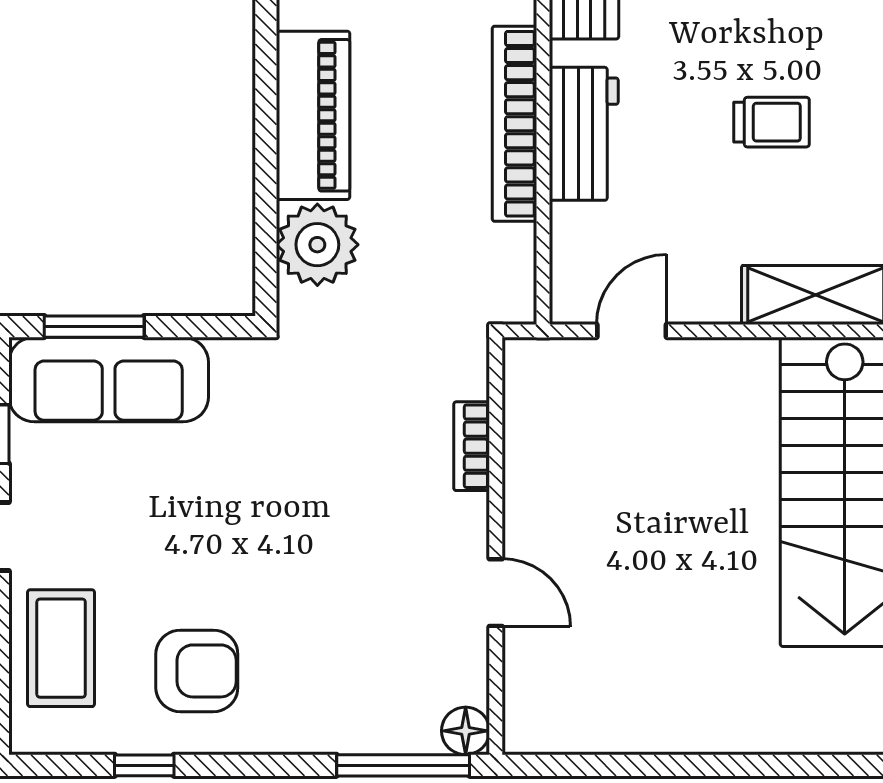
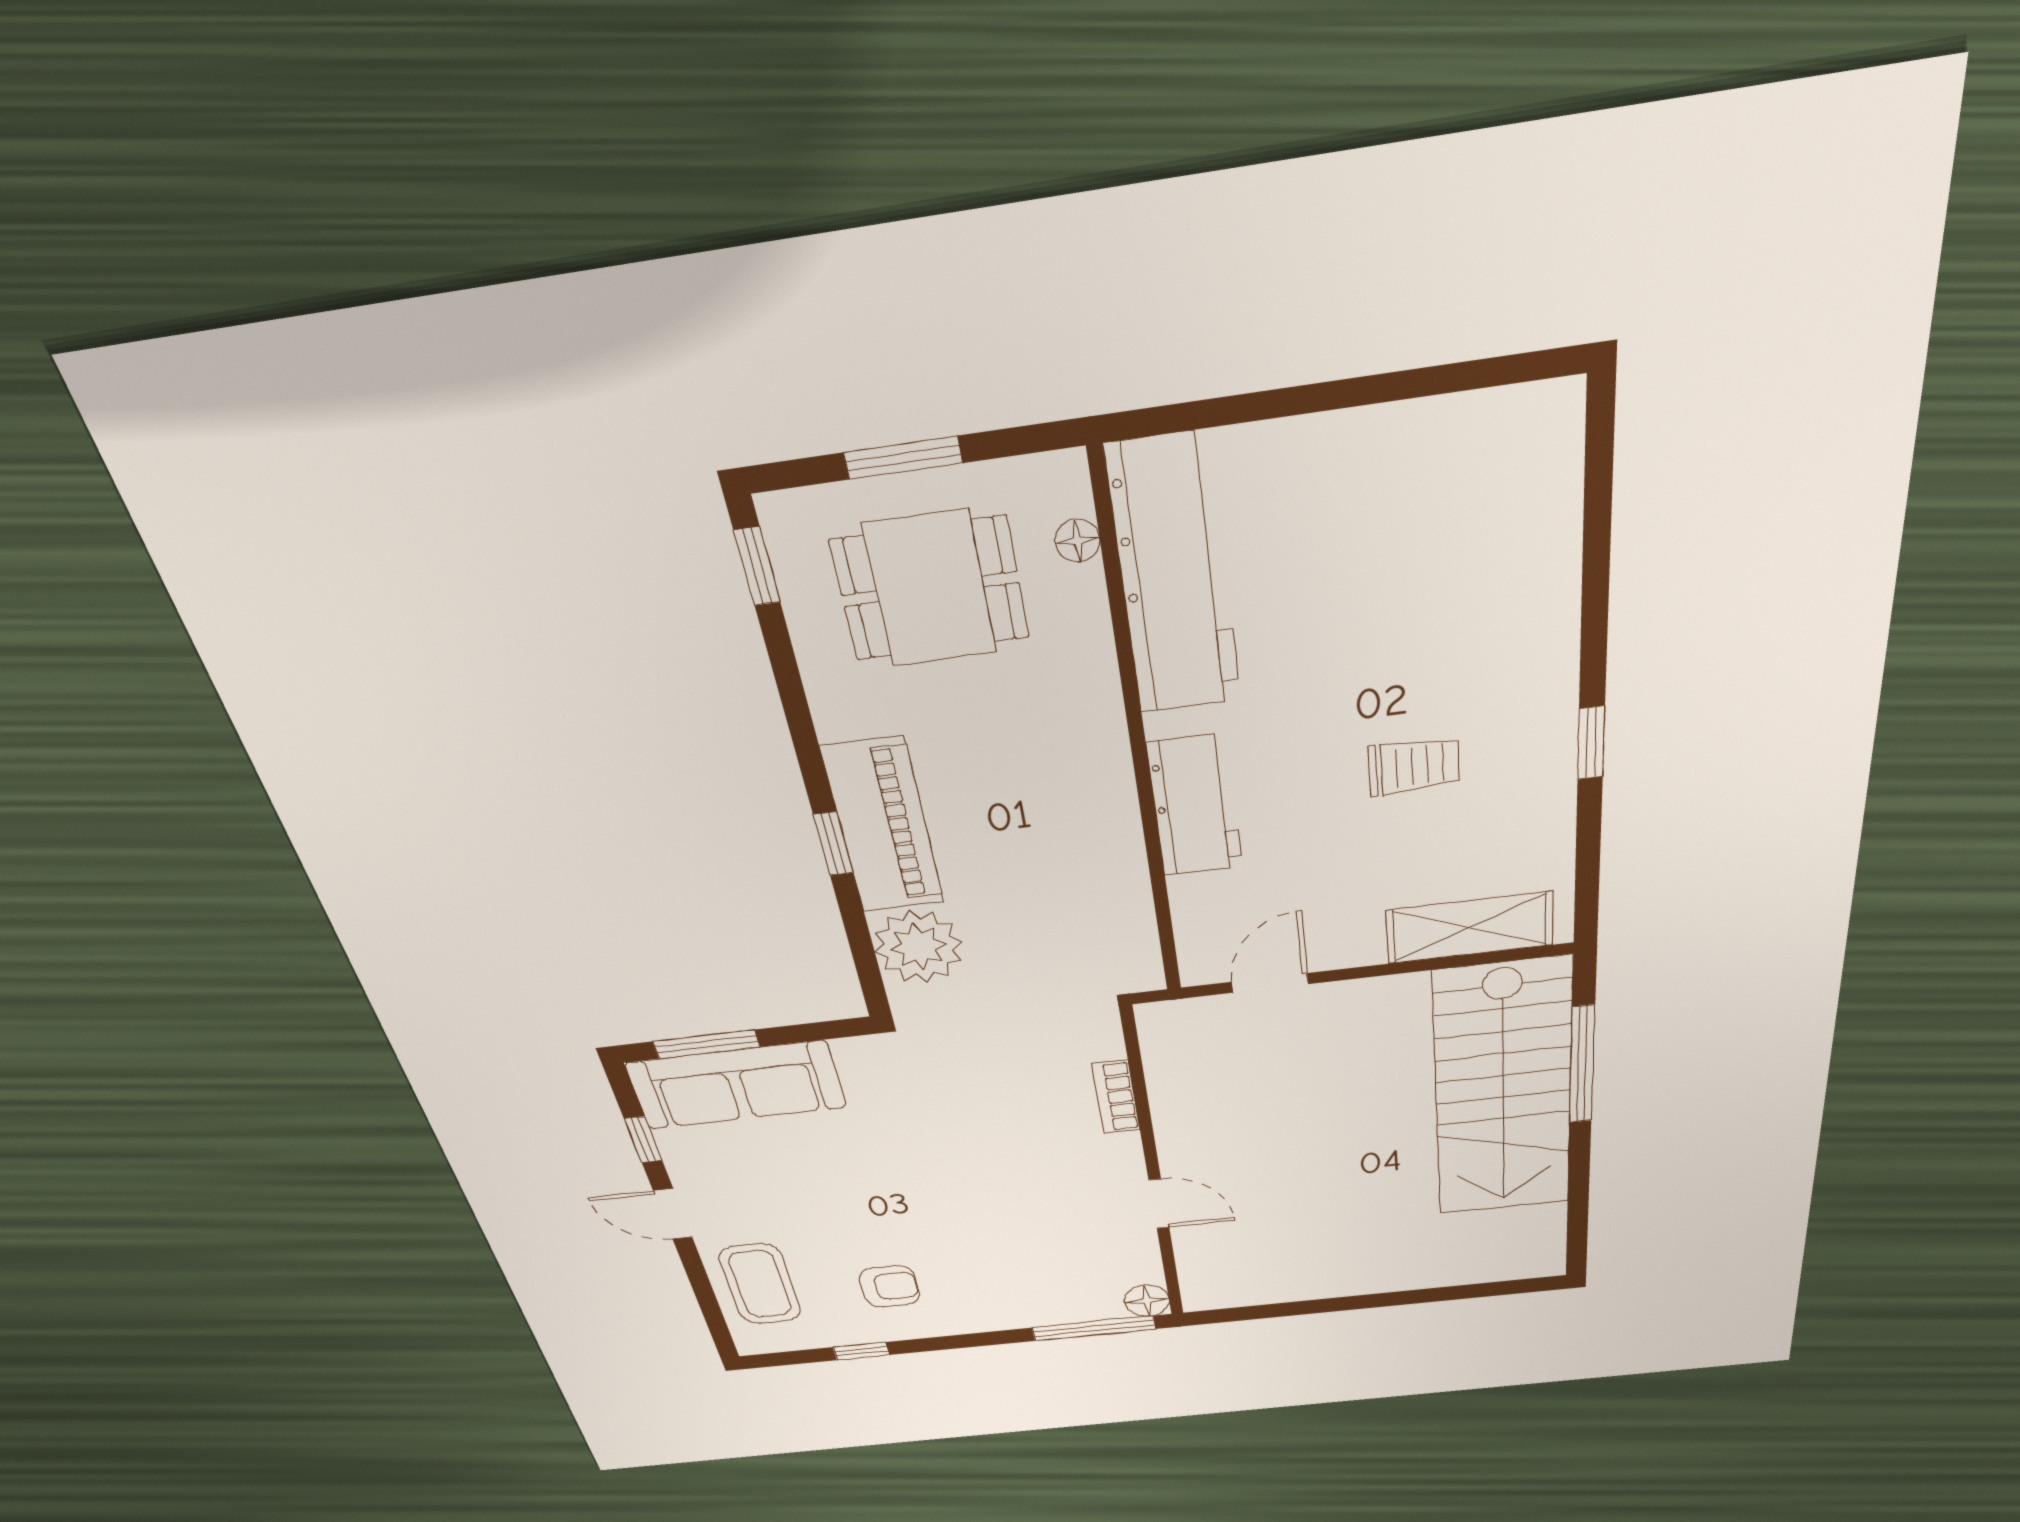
bookcase: (514, 124) -> (1114, 806), removed
window: (266, 127) -> (833, 844), added
armchair: (197, 671) -> (890, 1286), width x0.72, depth x0.72

